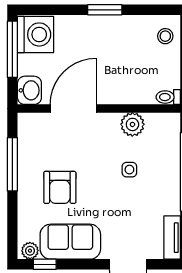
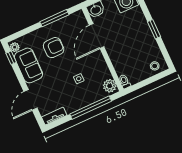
door: (73, 109) -> (97, 36), swing flipped
plant: (132, 124) -> (110, 86), moved
armchair: (60, 187) -> (54, 48), turned 180

